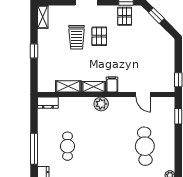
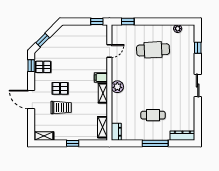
shelving: (68, 86) -> (102, 127), moved

